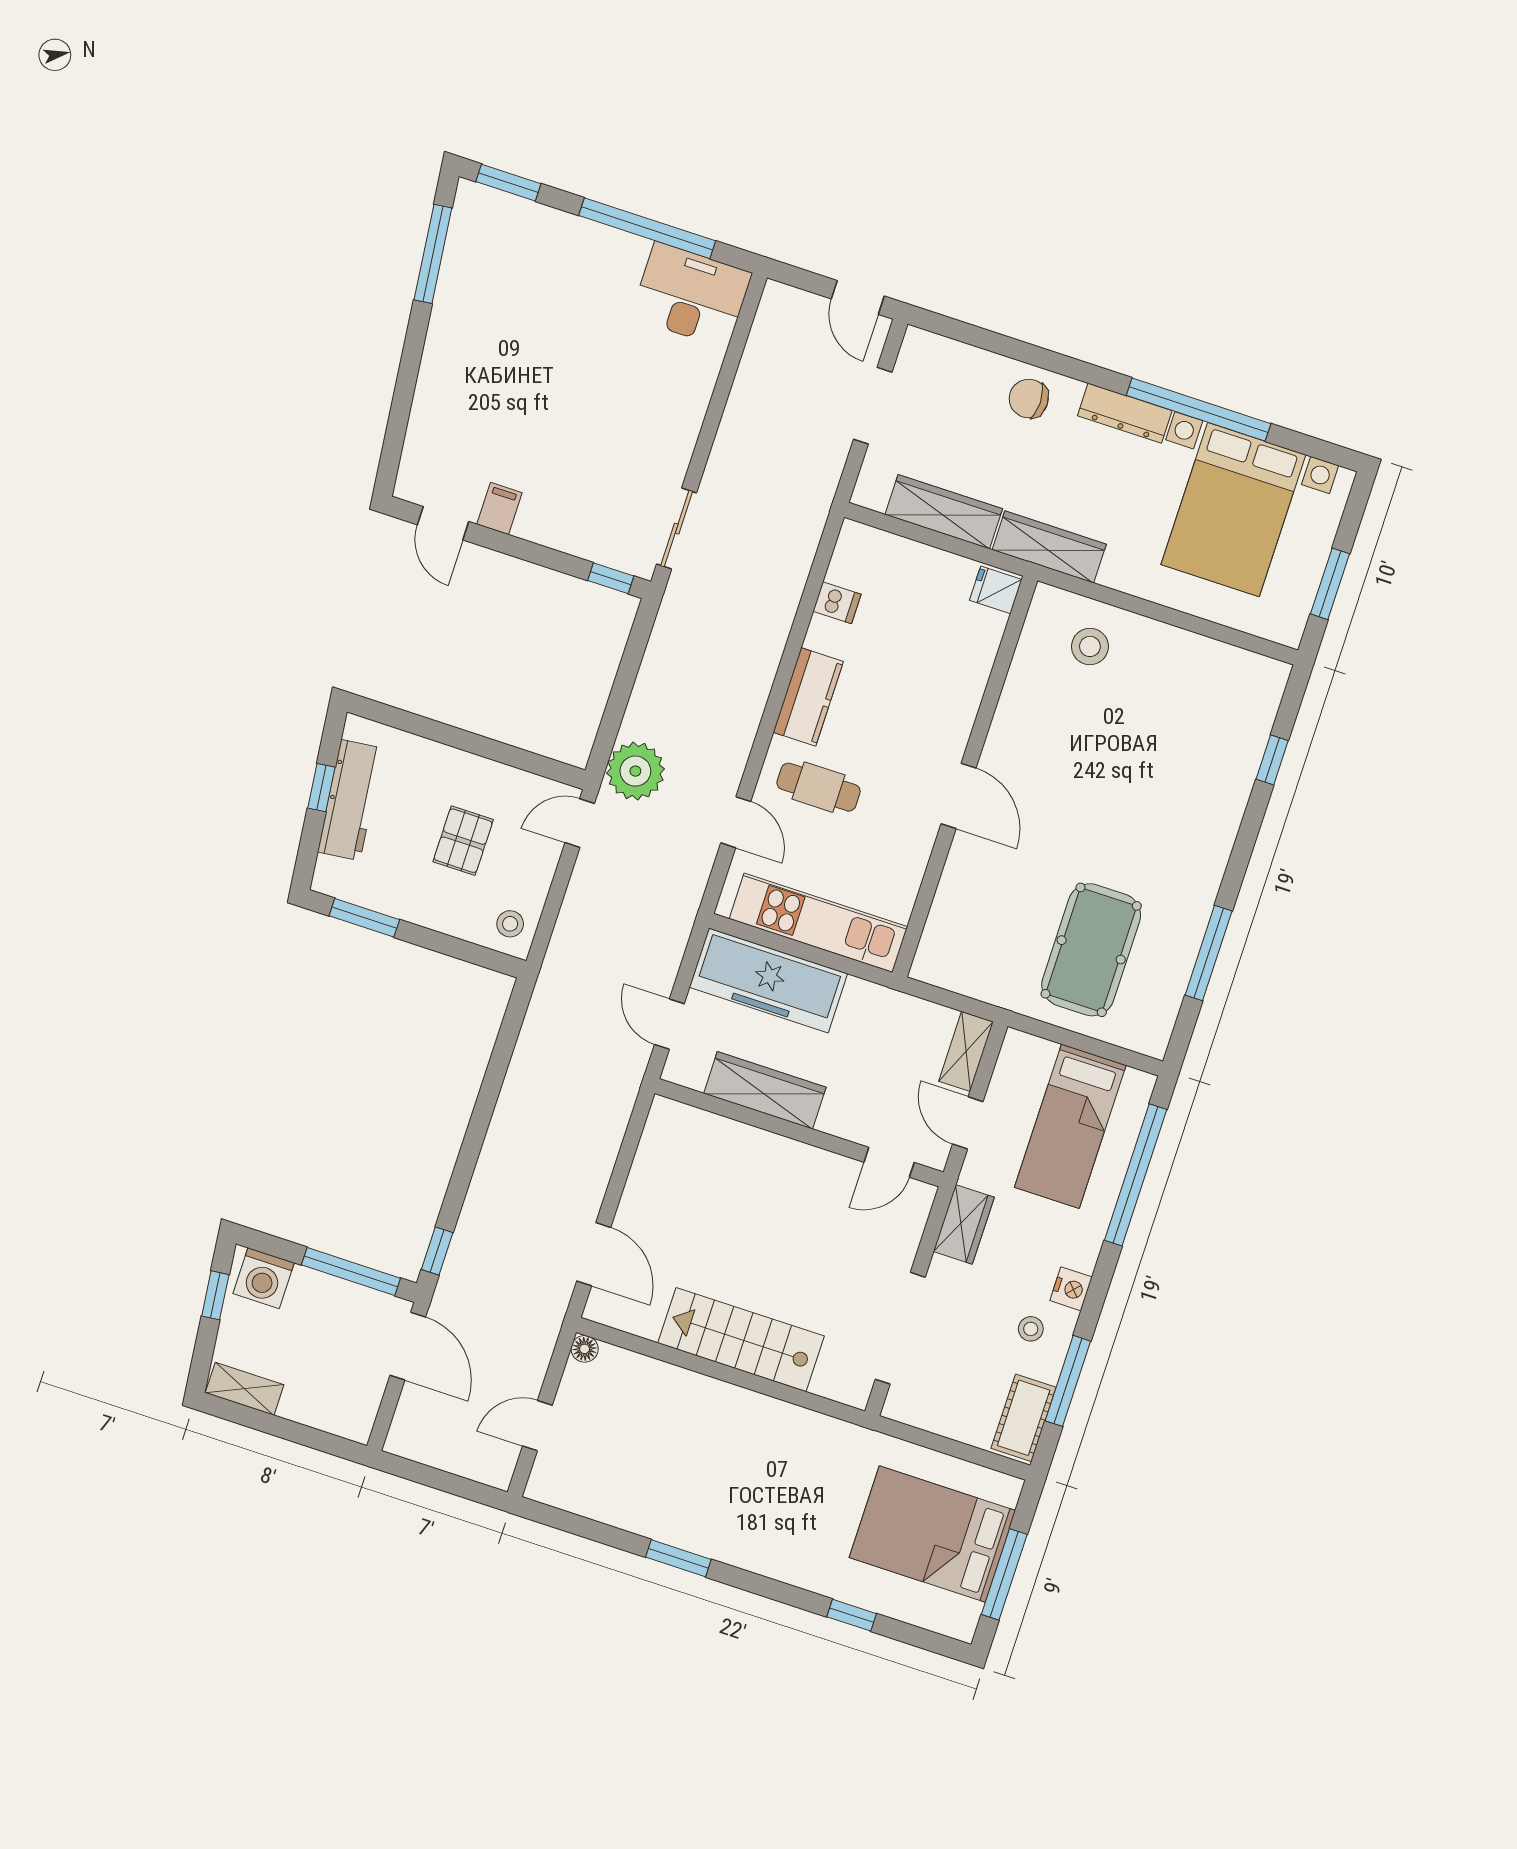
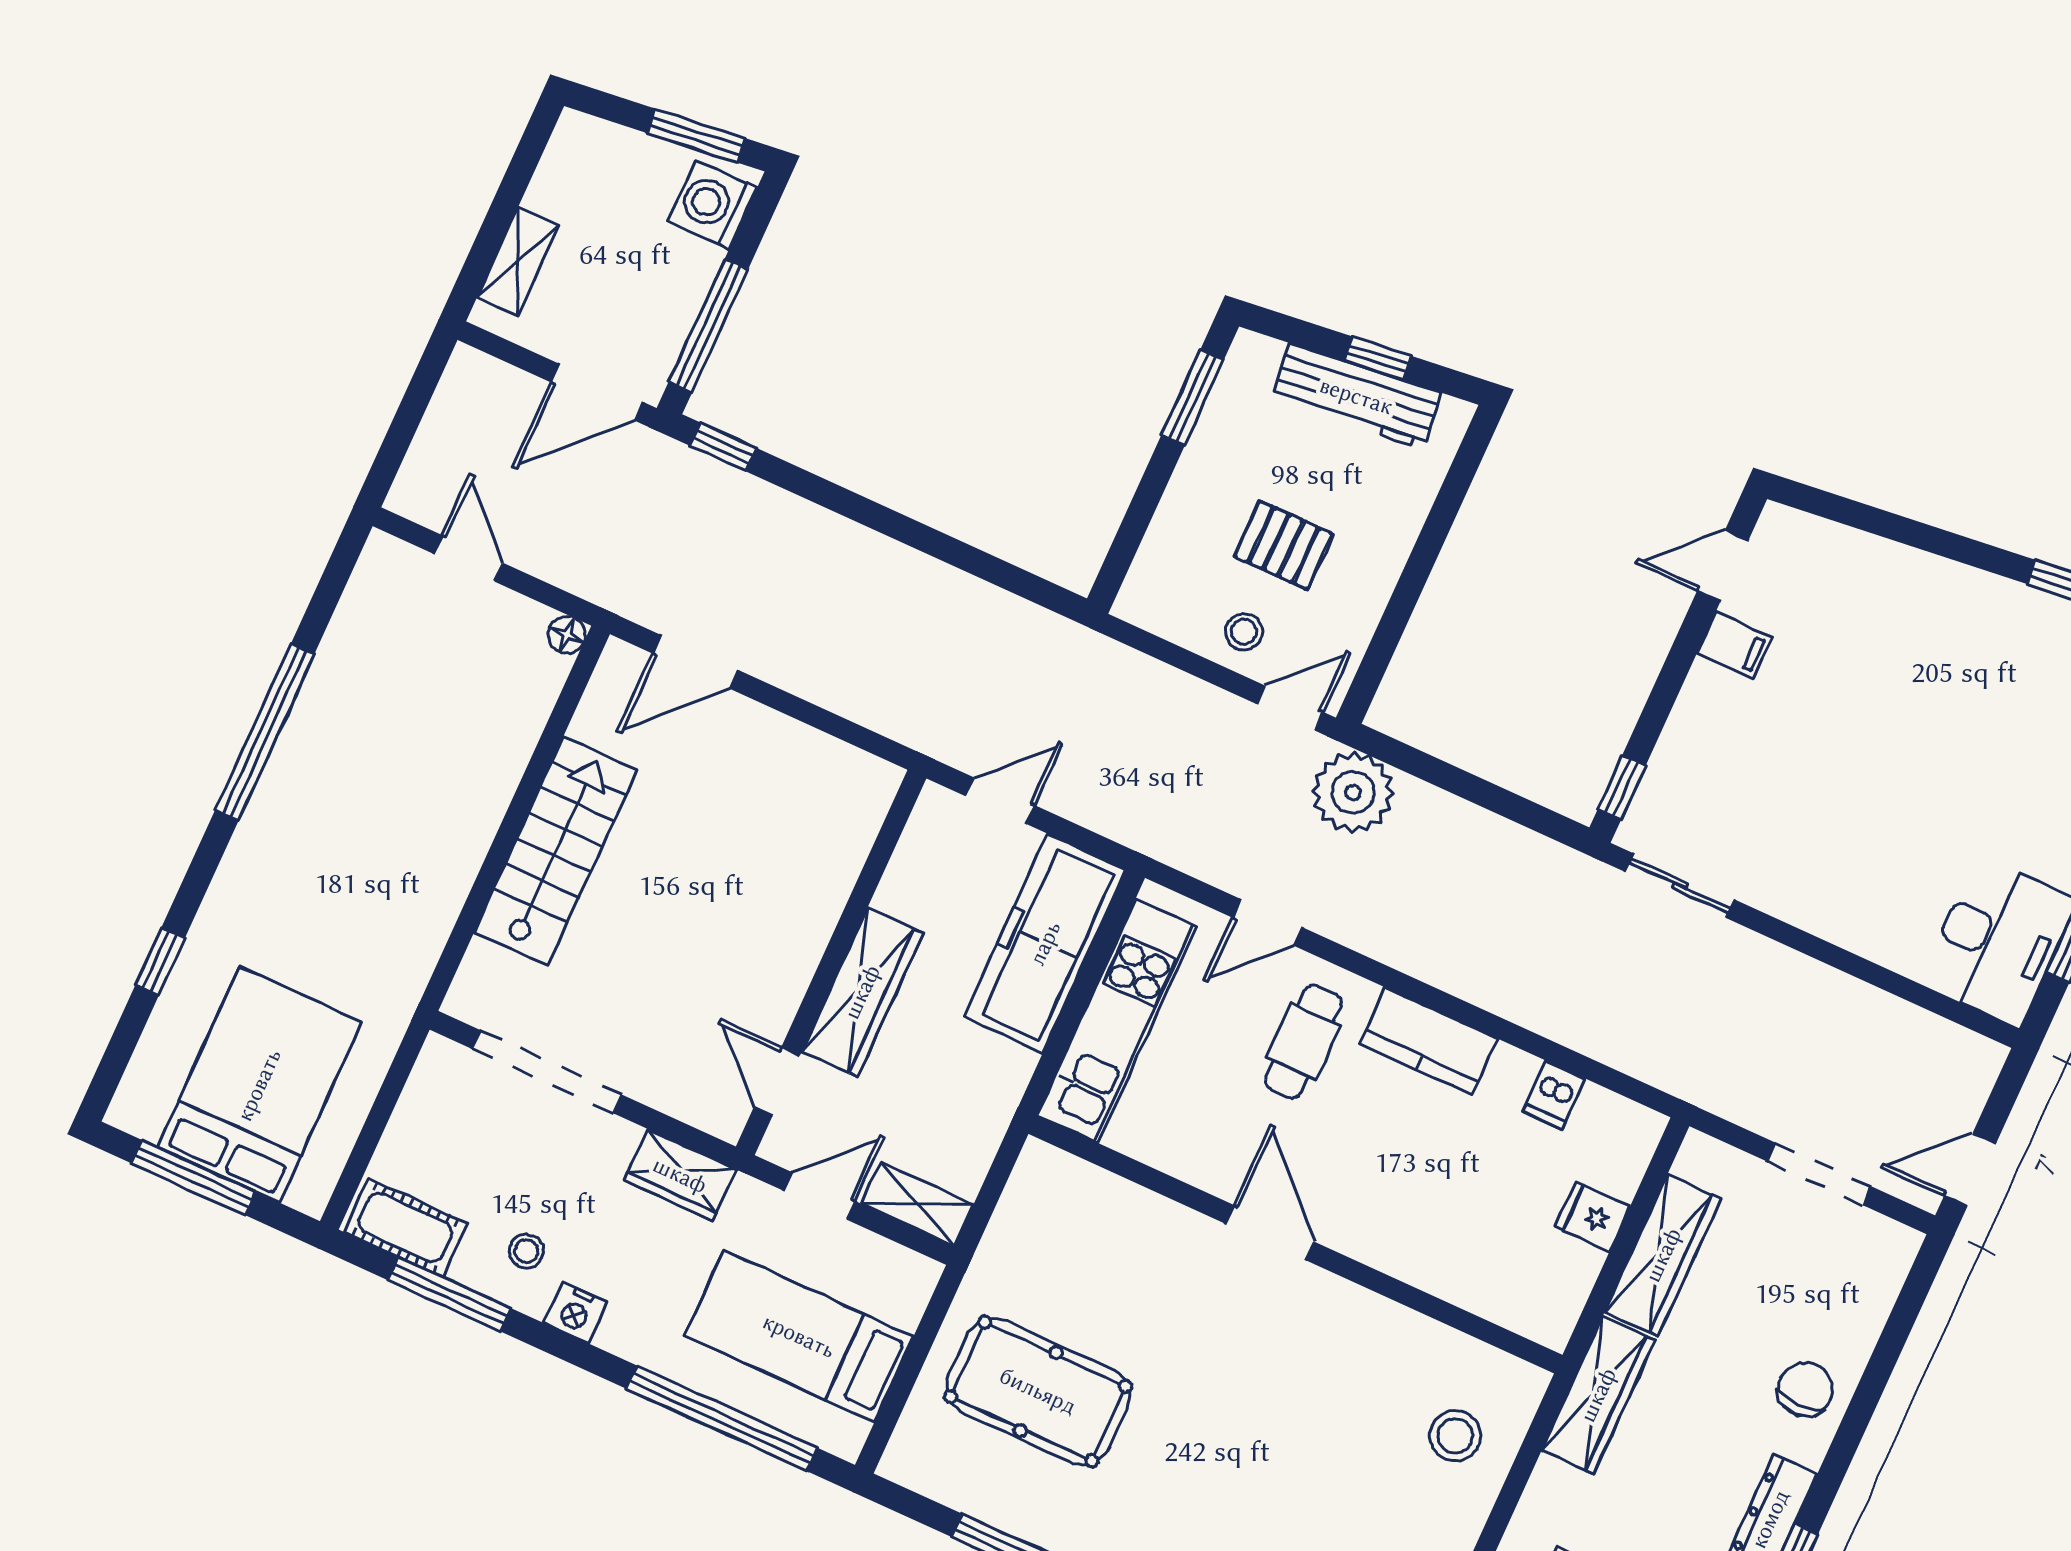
fridge: (996, 590) -> (1593, 1217), moved, turned -90
door: (959, 796) -> (1270, 1233), swing flipped
door: (580, 823) -> (1290, 708), hinge flipped
stool: (510, 924) -> (1244, 632), moved
wardrobe: (765, 1090) -> (862, 992), moved
window: (215, 1295) -> (696, 136), width x1.50
shelving: (245, 1389) -> (518, 261), moved
window: (678, 1558) -> (265, 732), width x2.11

